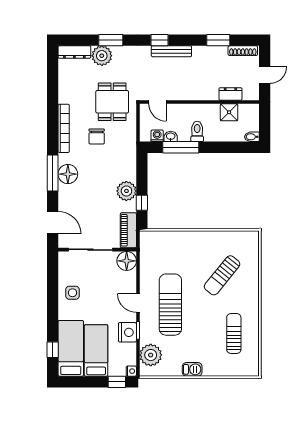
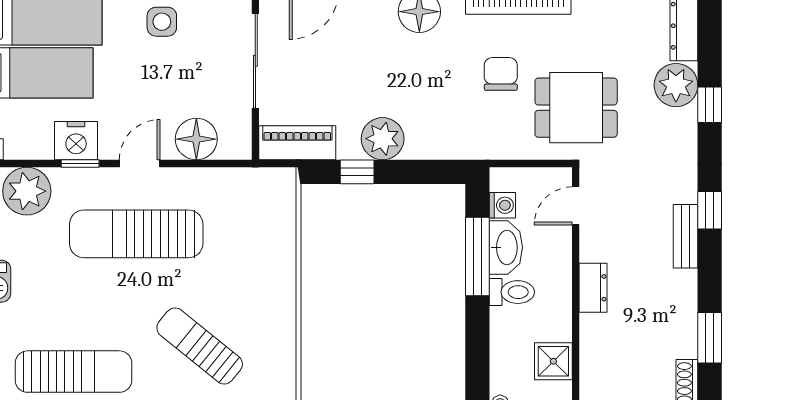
window: (111, 40) -> (710, 105), width x0.67
bench: (171, 51) -> (686, 236), width x0.73
dresser: (230, 94) -> (593, 288), moved
chair: (97, 136) -> (501, 74), turned 90
washbasin: (171, 136) -> (506, 247), width x1.91, depth x1.45
floor lamp: (127, 261) -> (196, 139), moved
sun lounger: (170, 305) -> (136, 234), turned 180
sun lounger: (234, 333) -> (73, 372), width x1.36, depth x1.34

